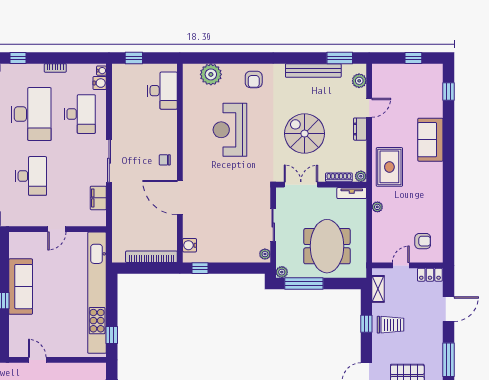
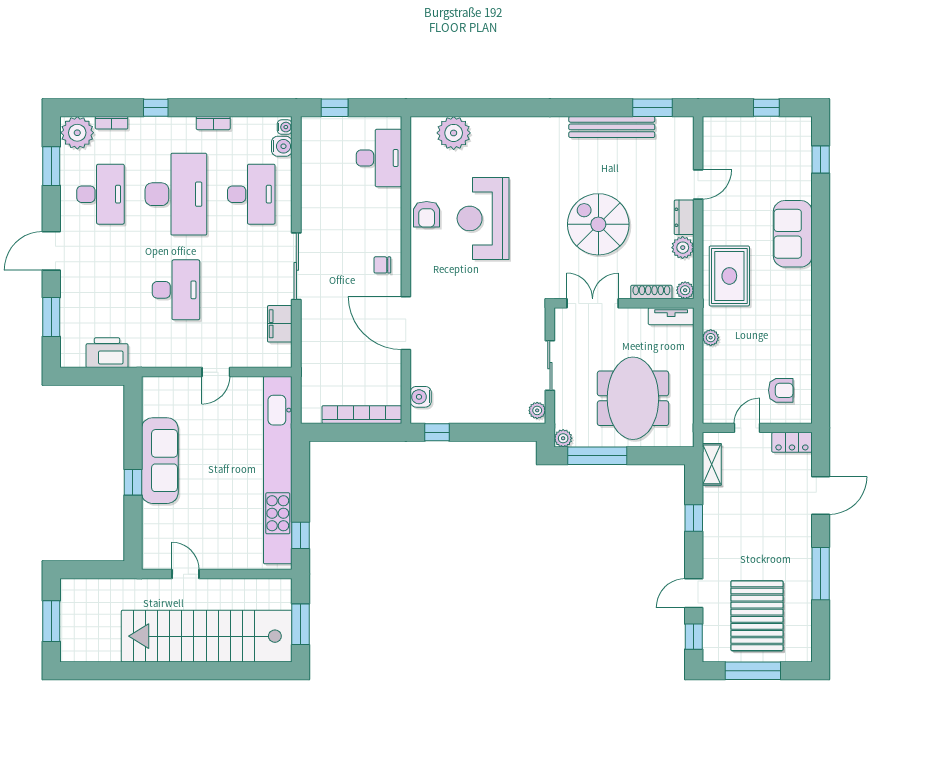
armchair: (254, 79) -> (427, 214), moved
plant: (359, 81) -> (683, 248), moved
trolley: (391, 325) -> (731, 520), removed

